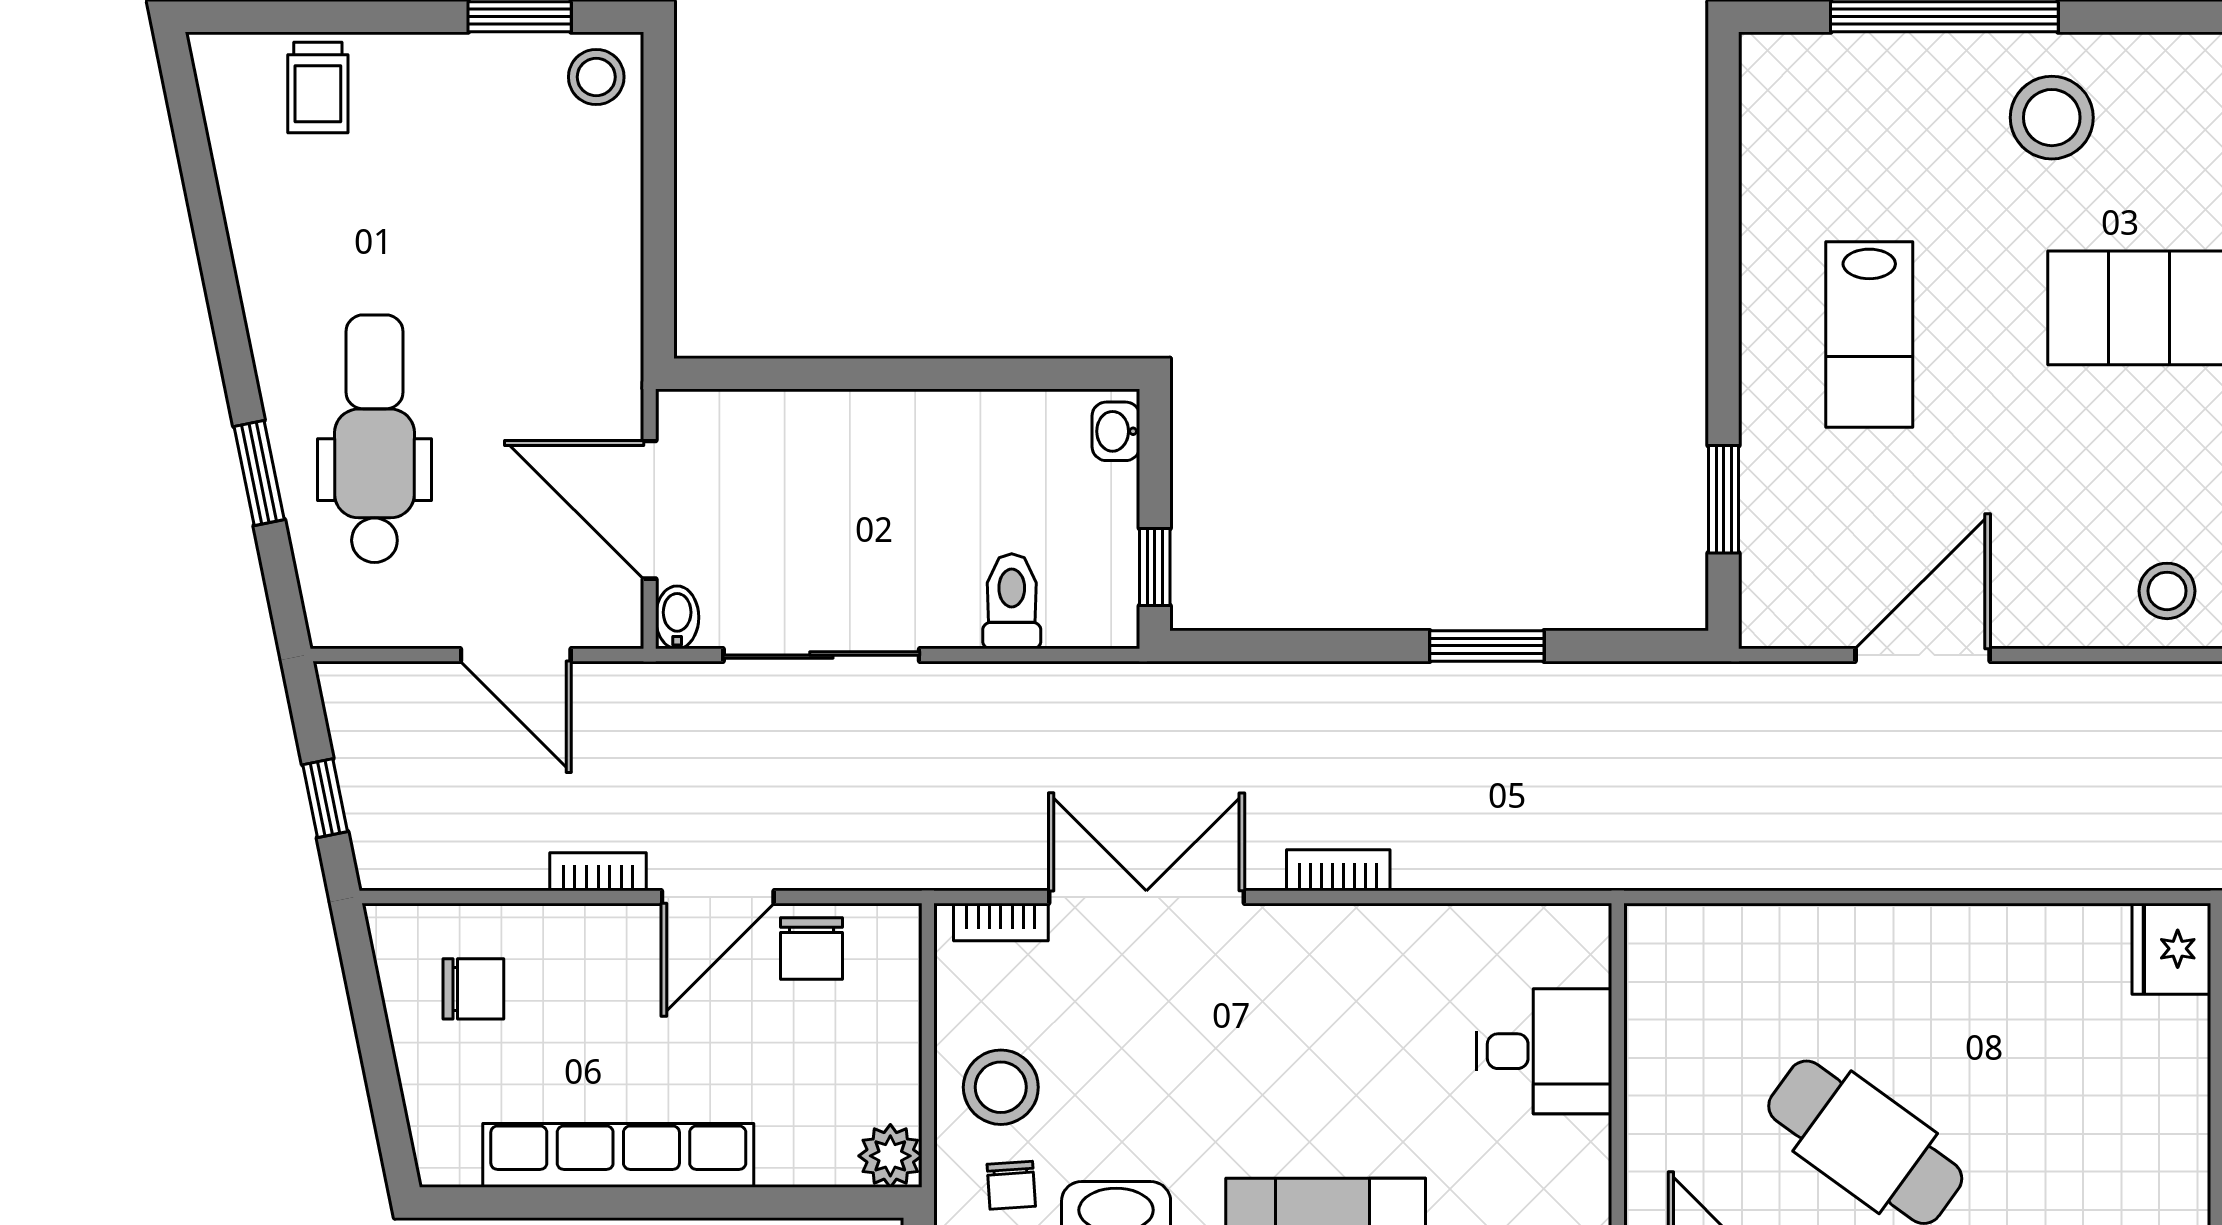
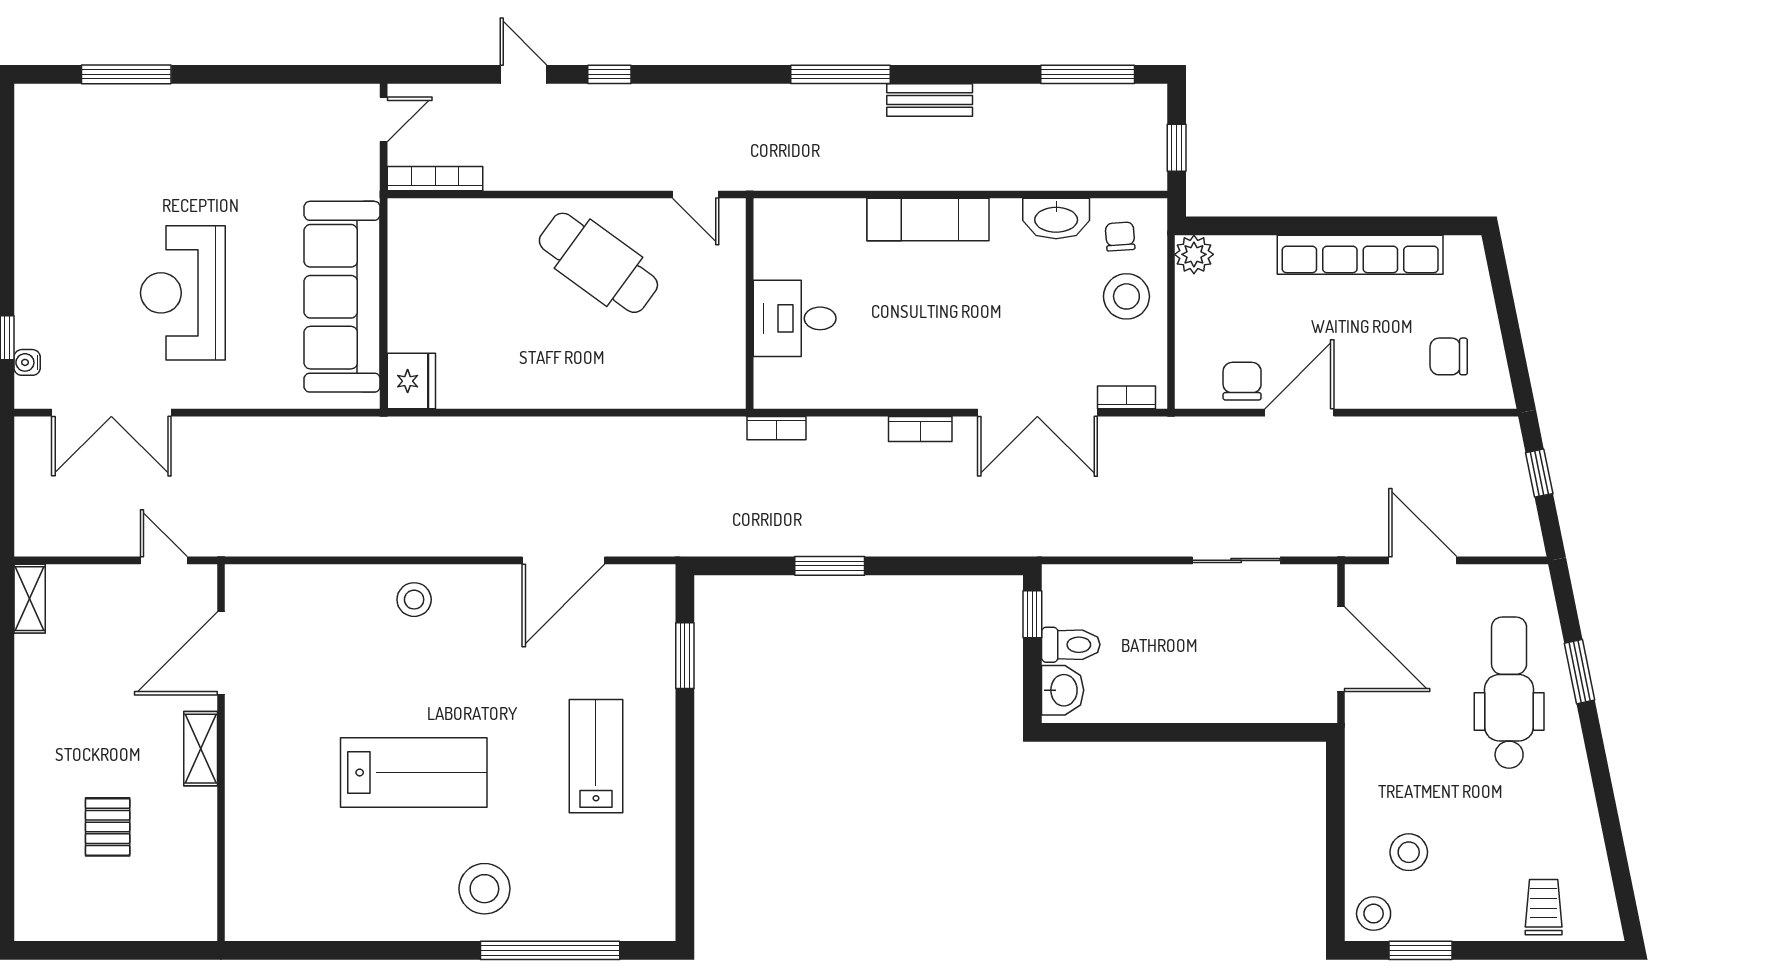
stool: (539, 177) -> (1409, 852), added
washbasin: (1116, 431) -> (1063, 690), width x1.38, depth x1.45
dental chair: (374, 439) -> (1509, 693), turned 180
toilet: (1012, 601) -> (1071, 645), moved, turned -90
bidet: (677, 617) -> (1324, 583), removed
sliding door: (821, 655) -> (1236, 560), width x0.73
bookcase: (598, 872) -> (776, 428), moved

